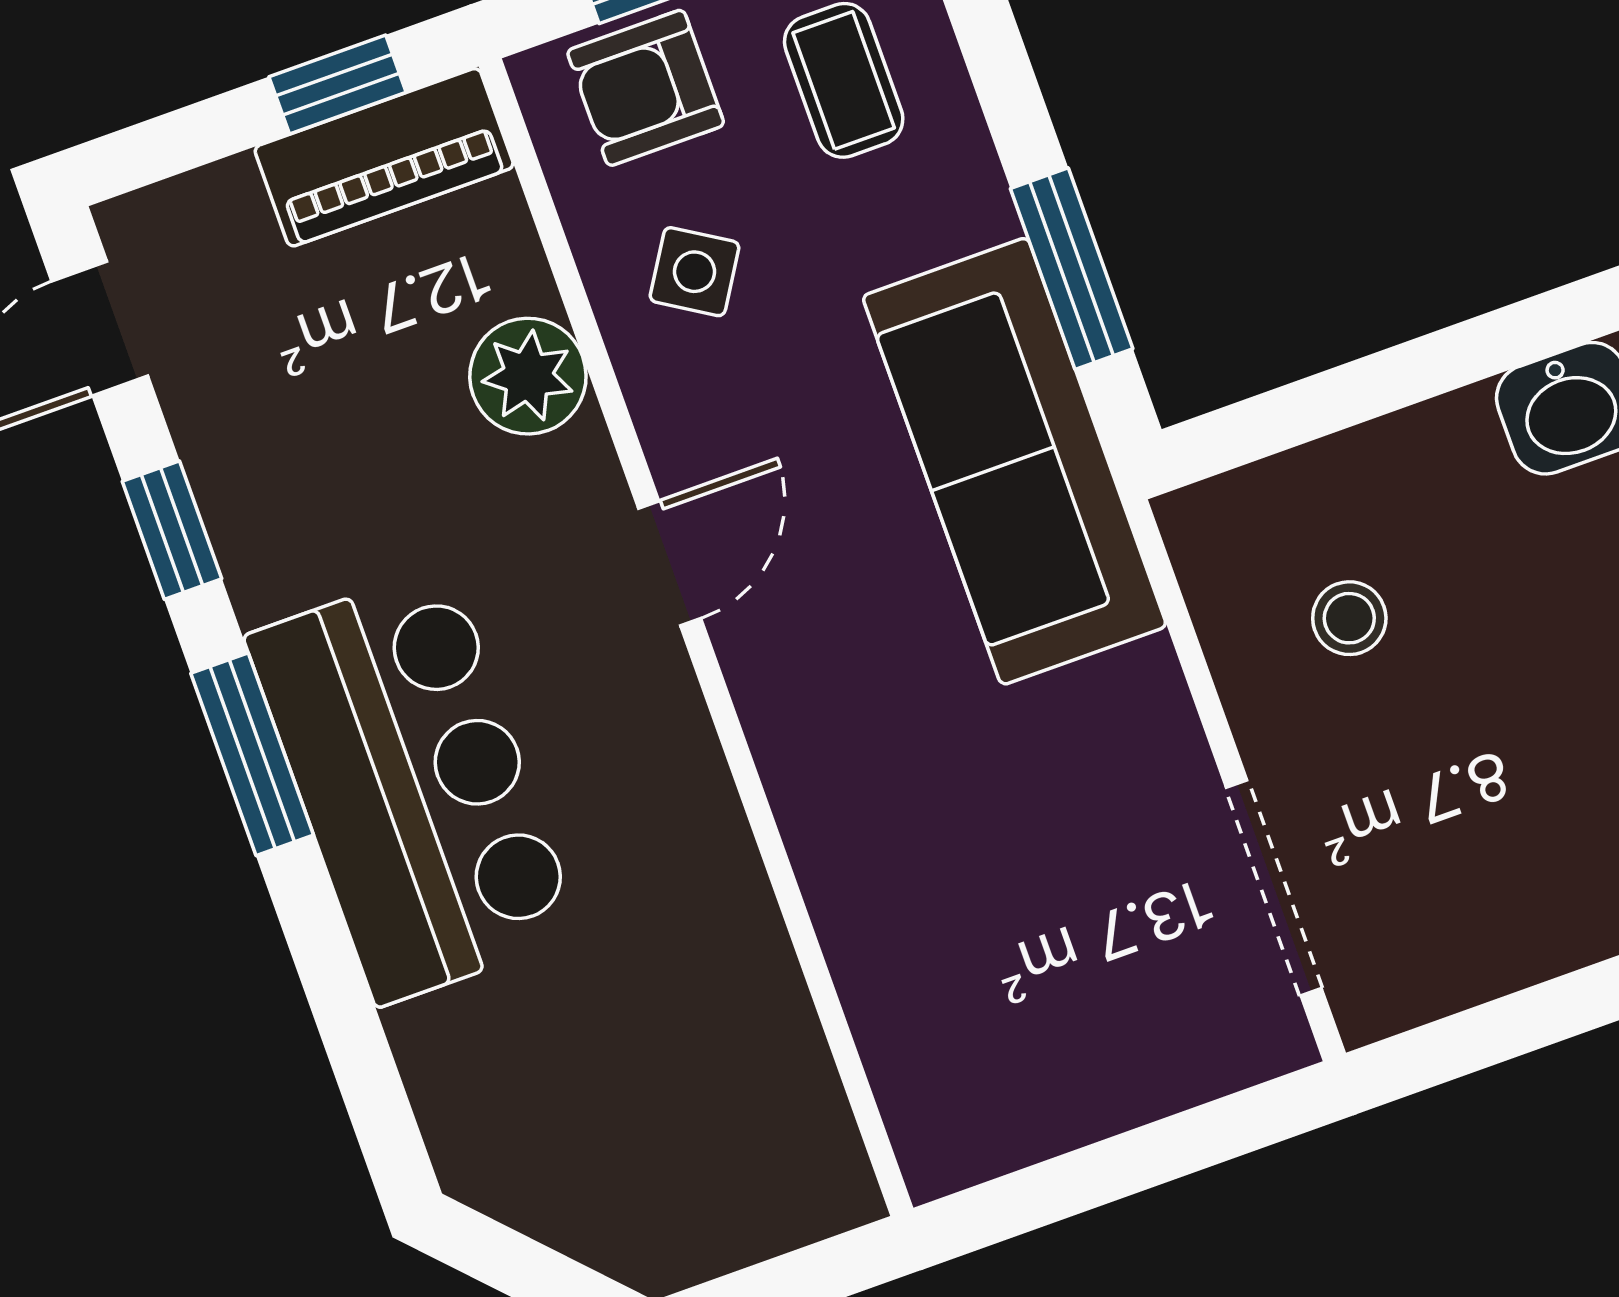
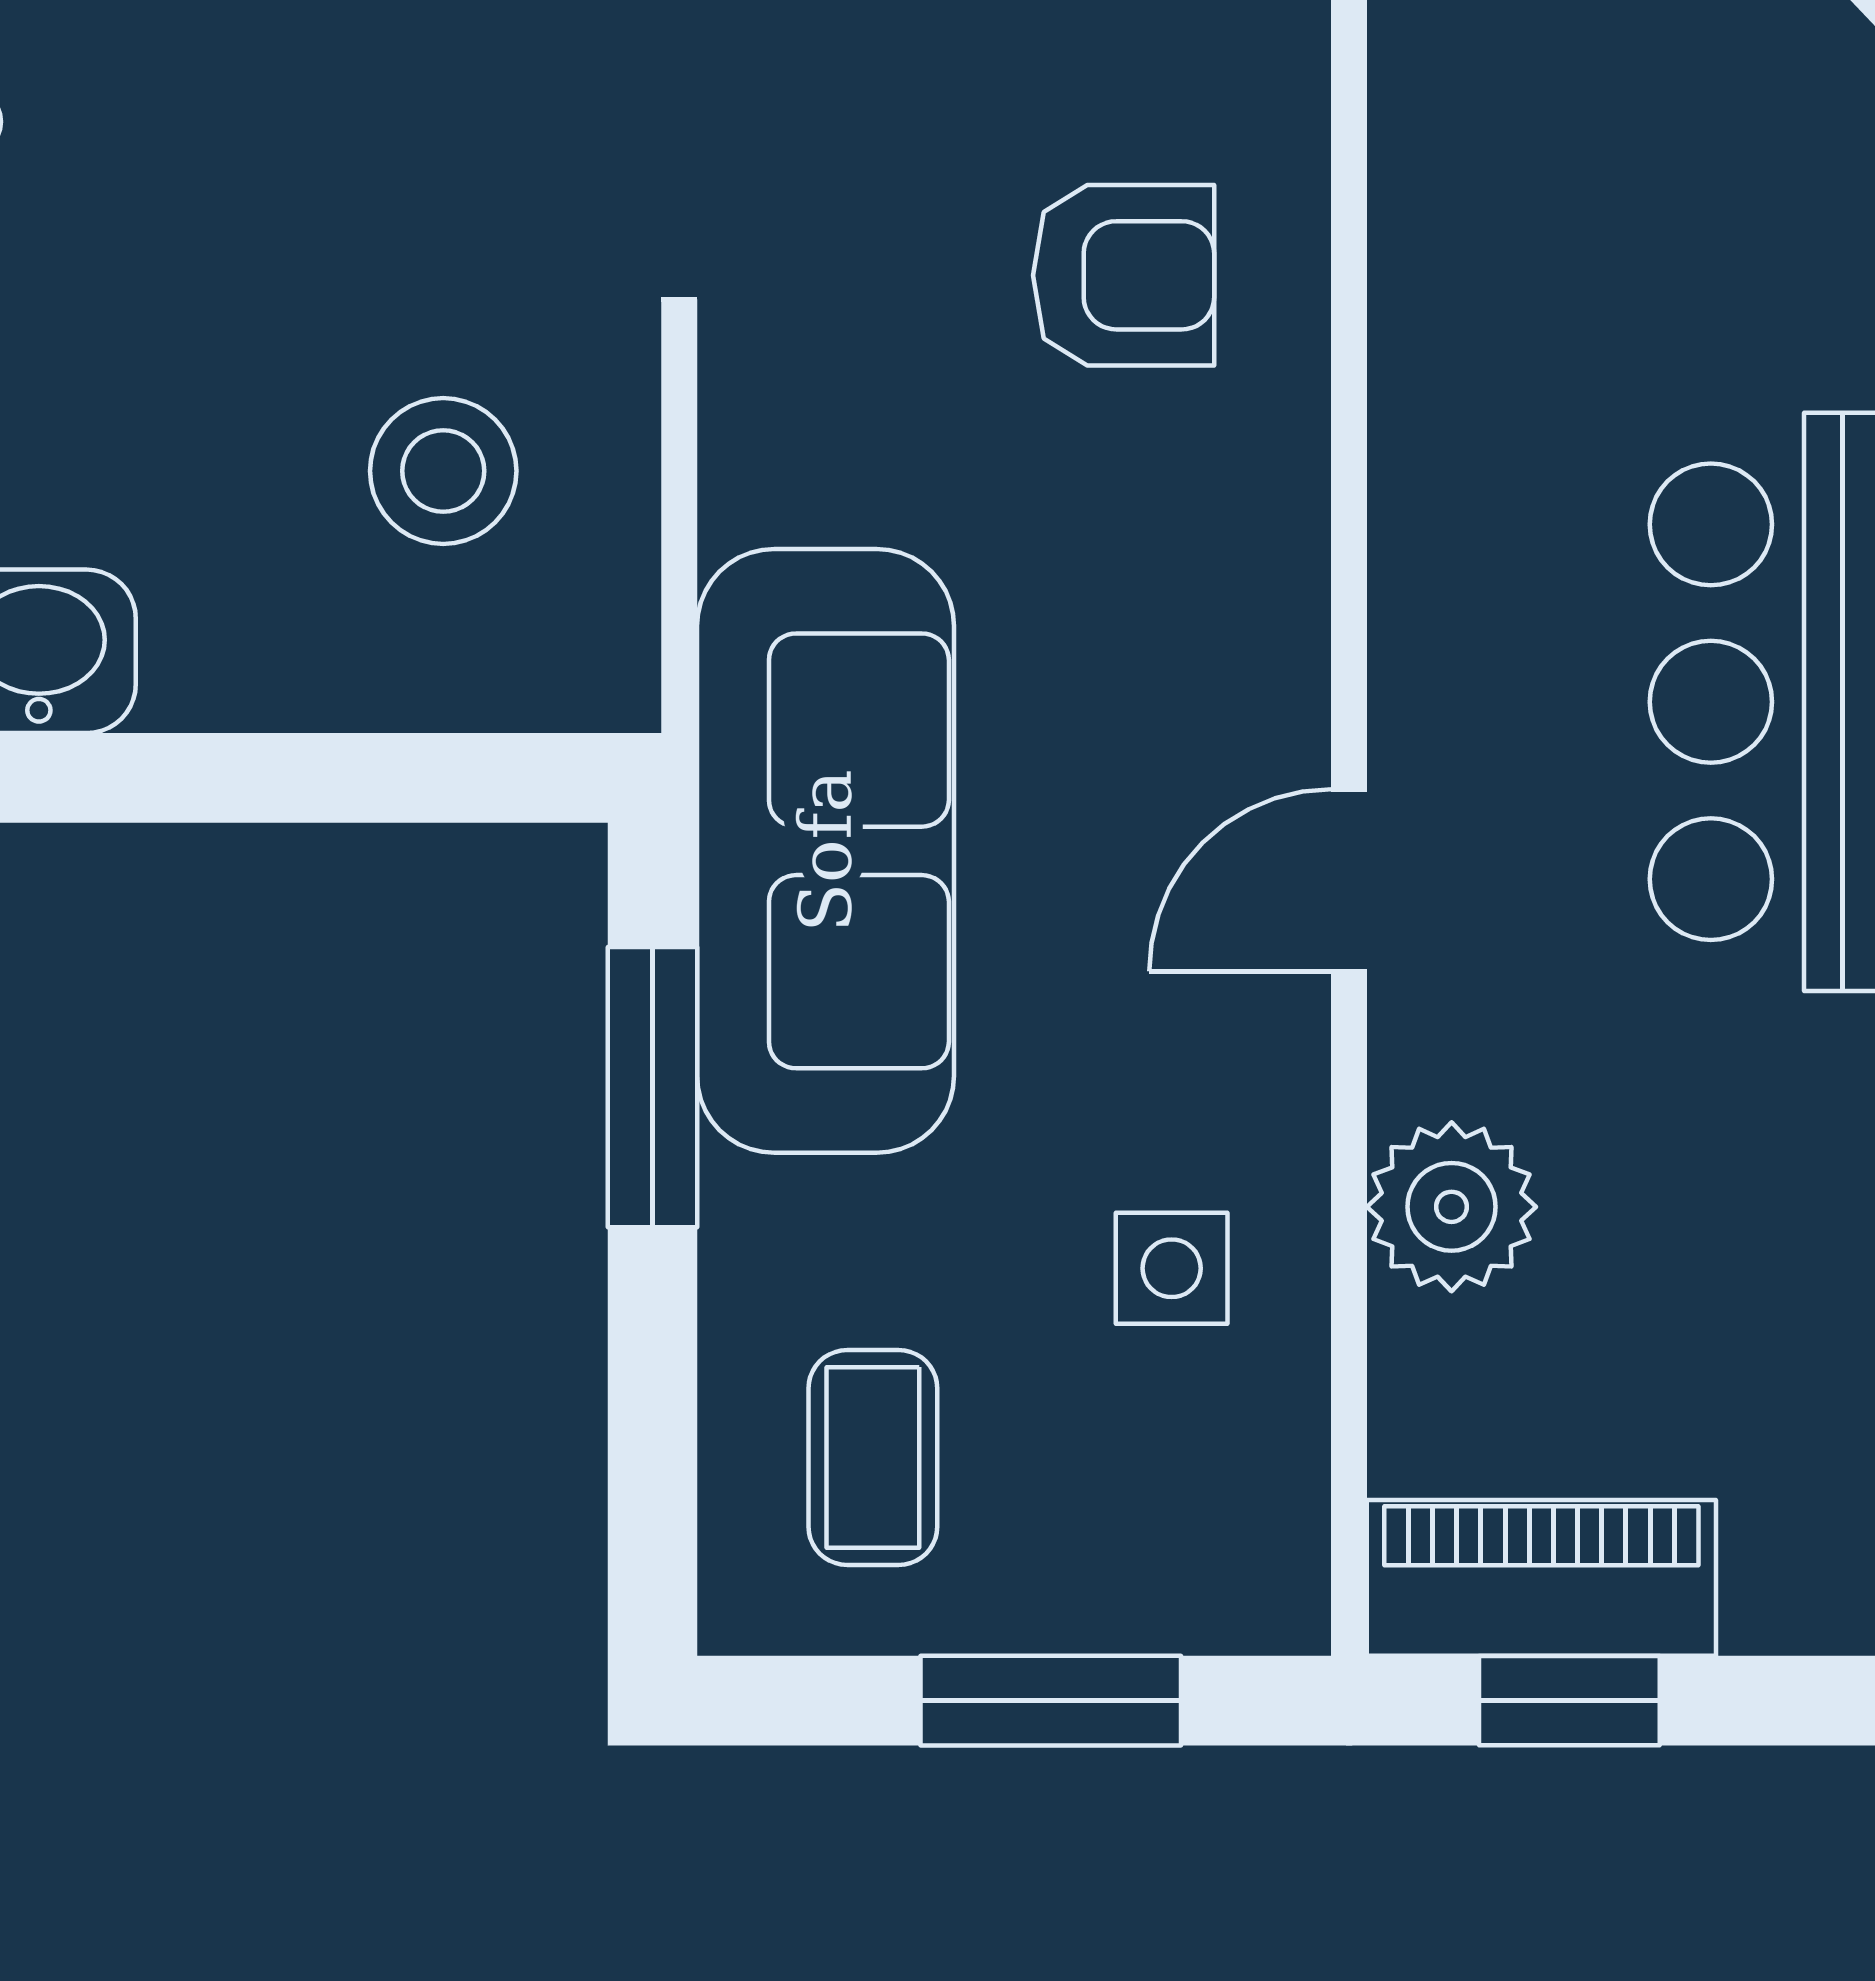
armchair: (646, 88) -> (1124, 275), moved
side table: (695, 272) -> (1172, 1268), turned -32
stool: (1349, 618) -> (443, 471), width x1.37, depth x1.37

